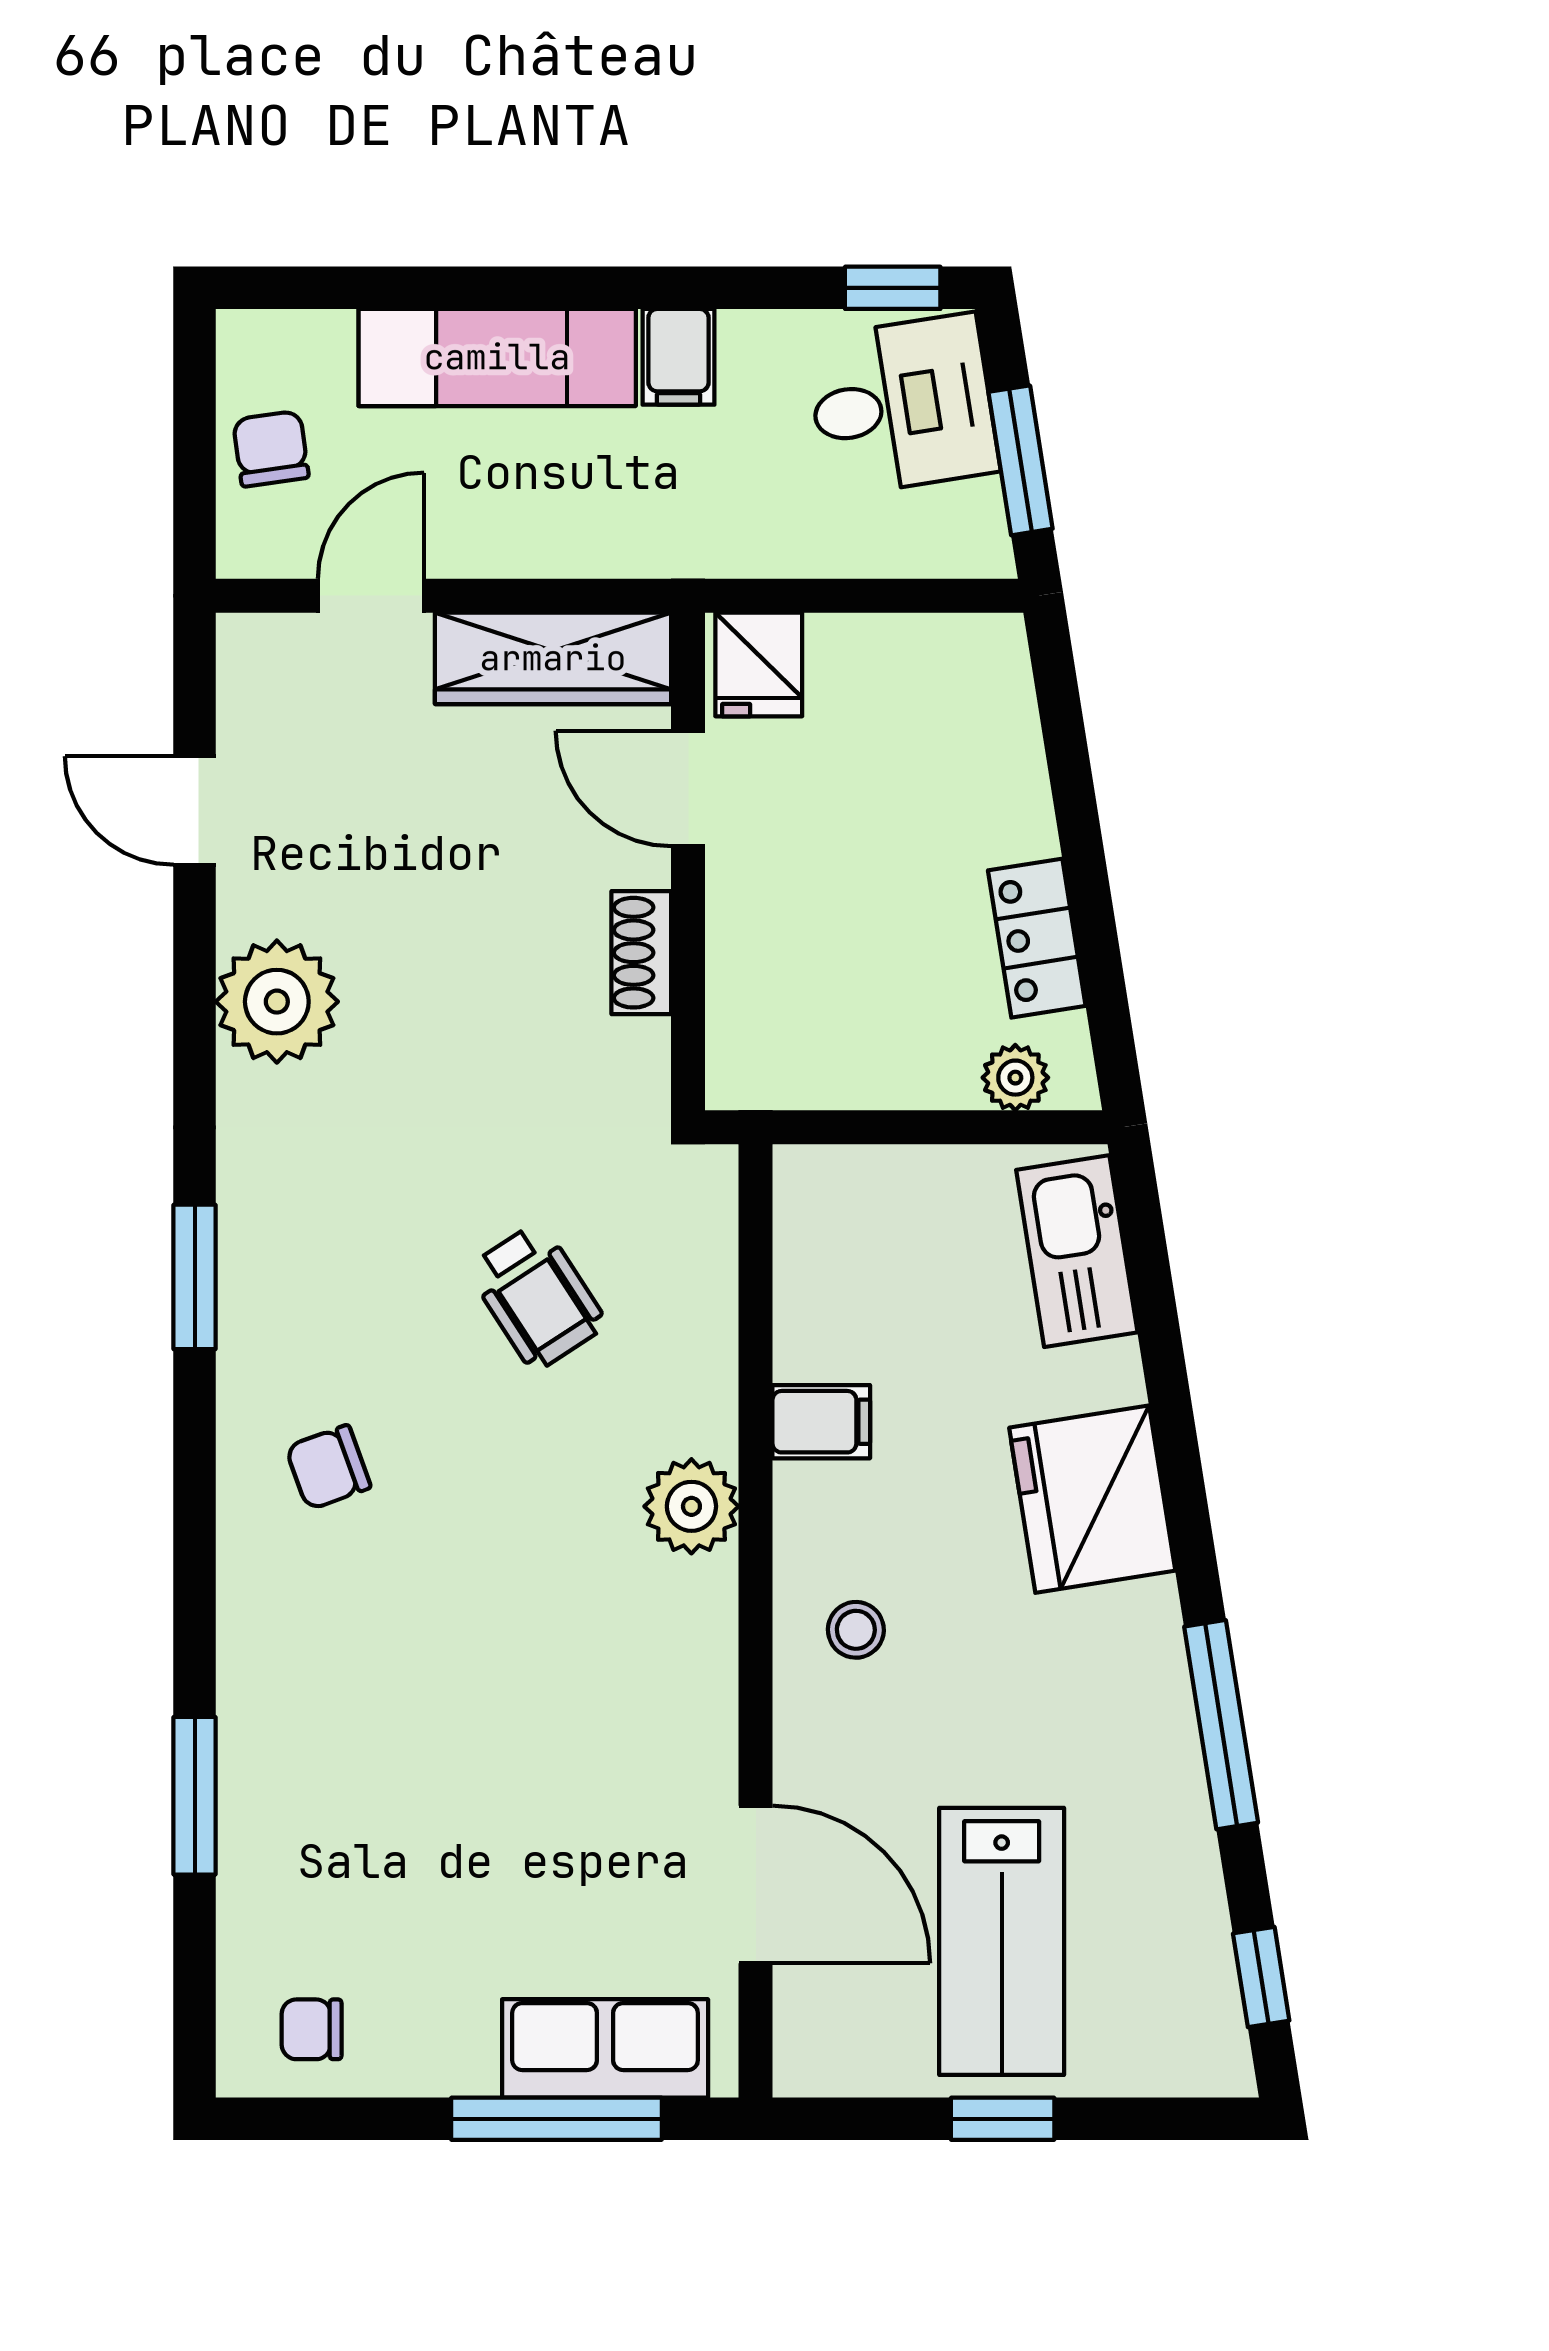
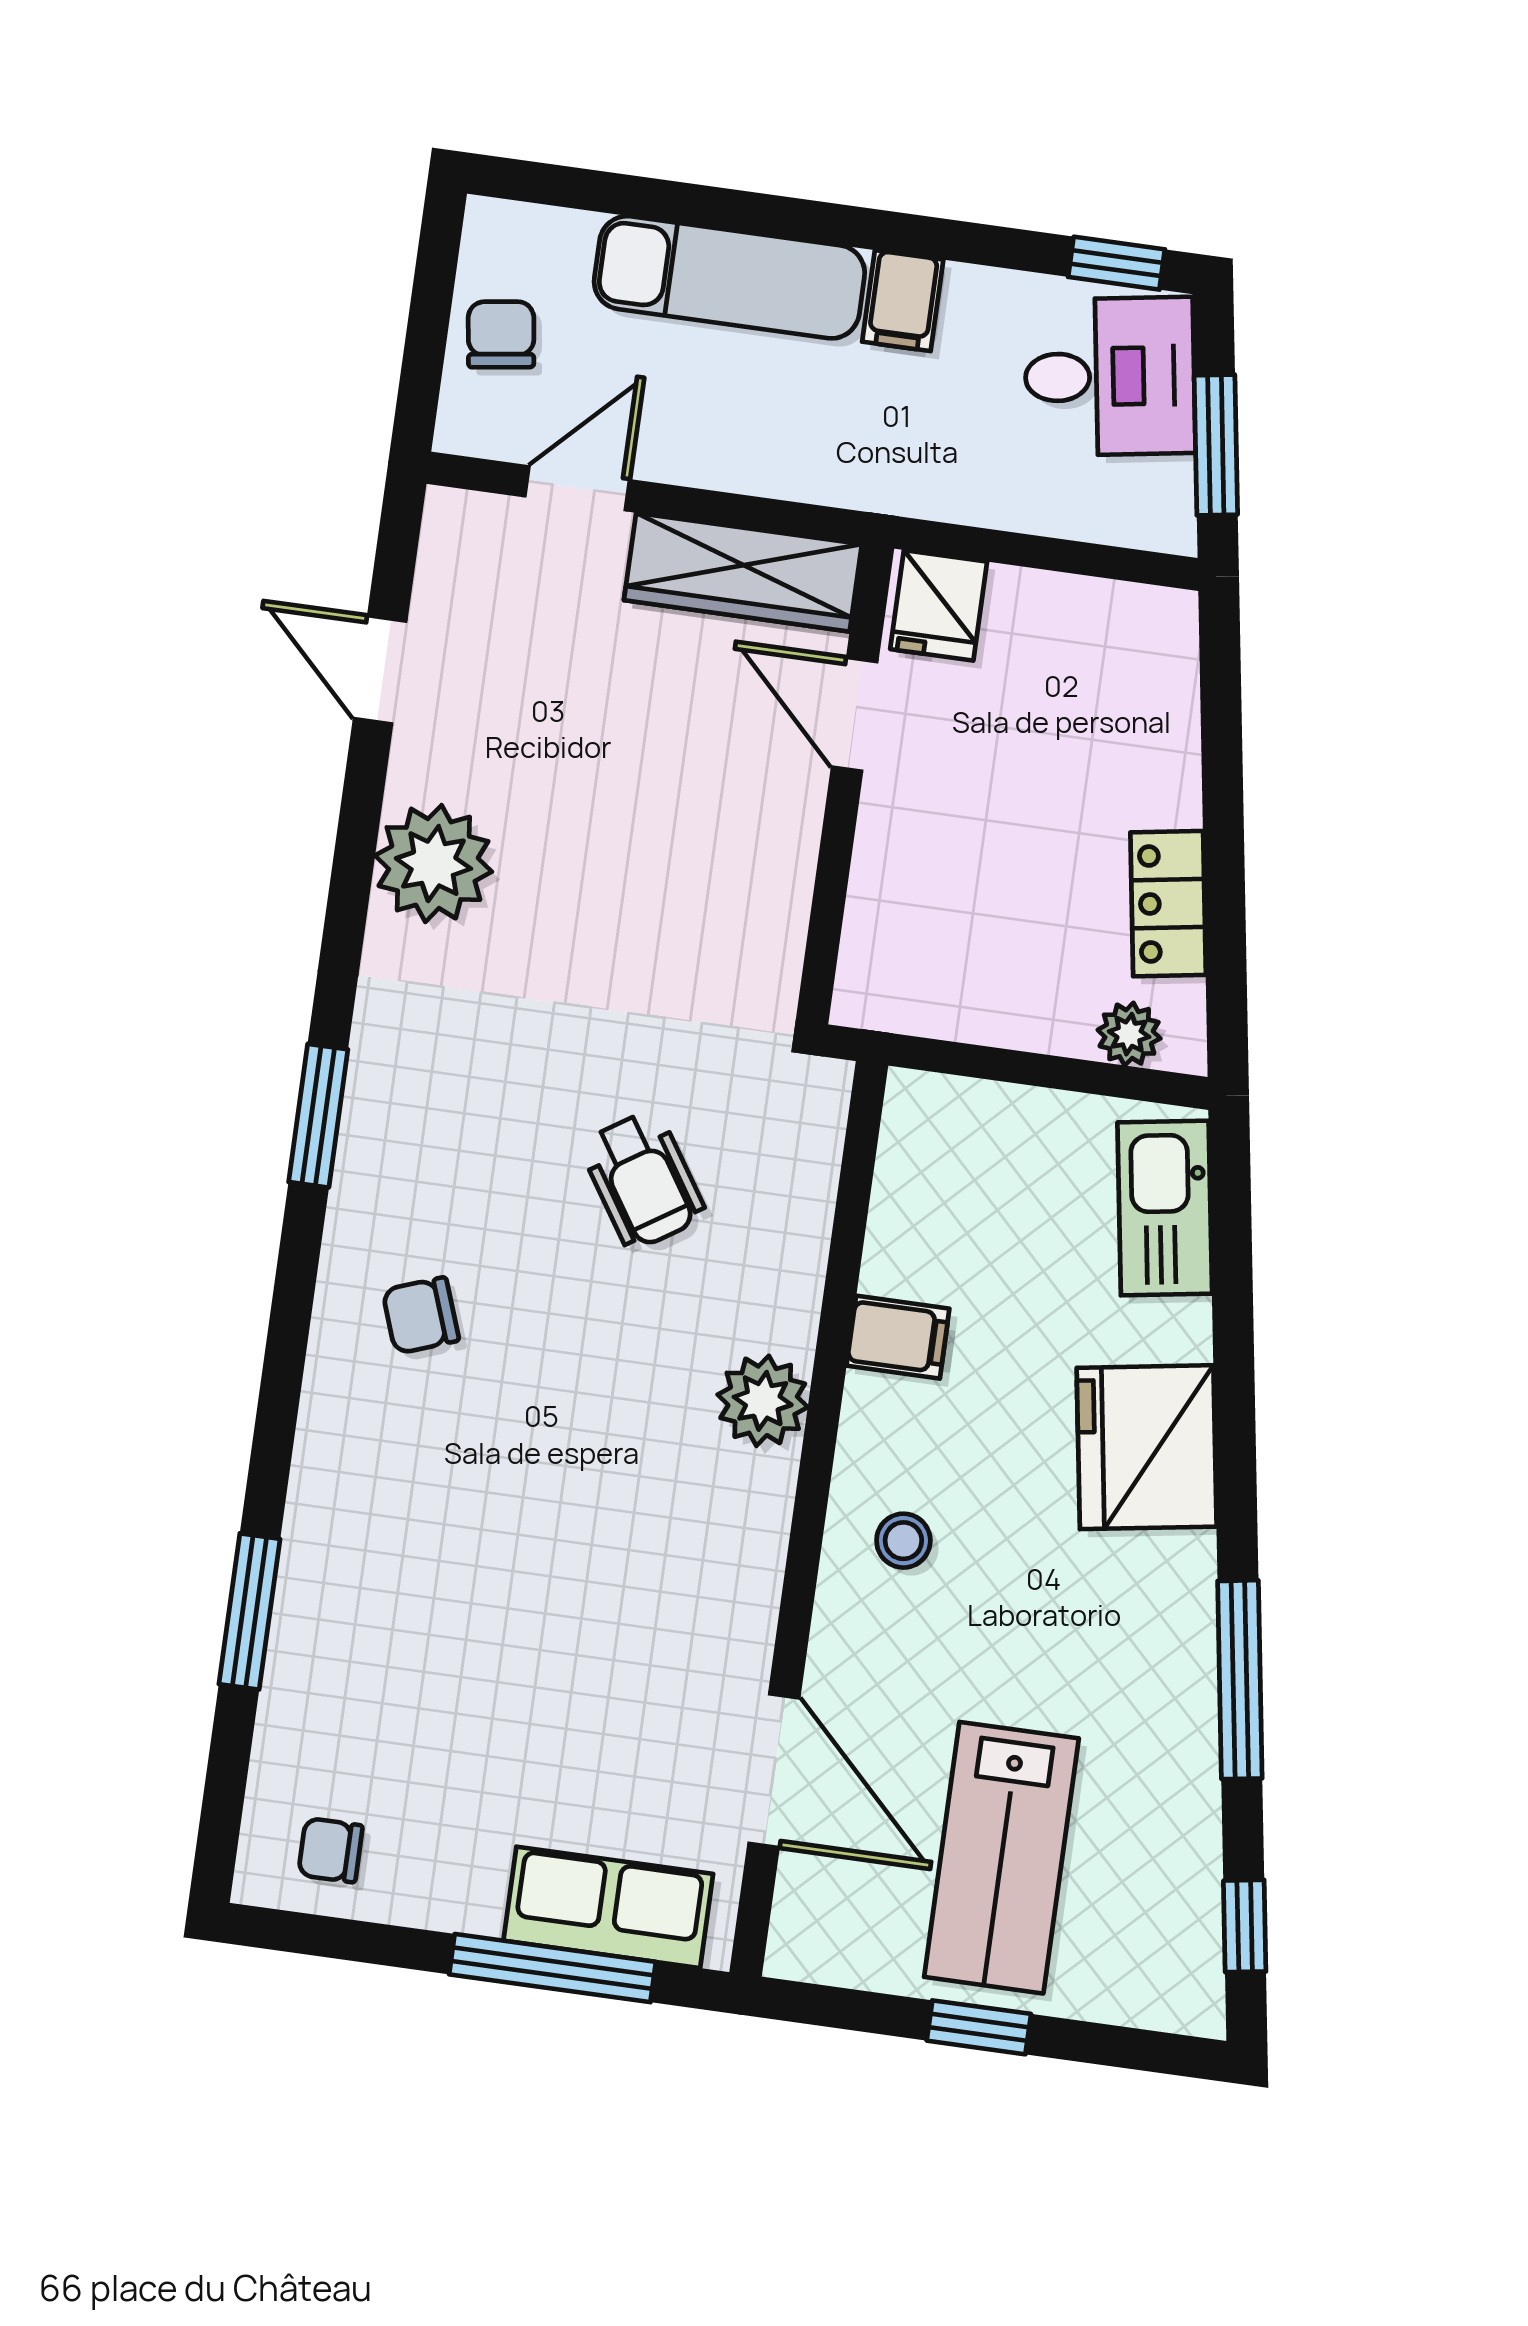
shoe rack: (641, 953) -> (788, 865), removed

